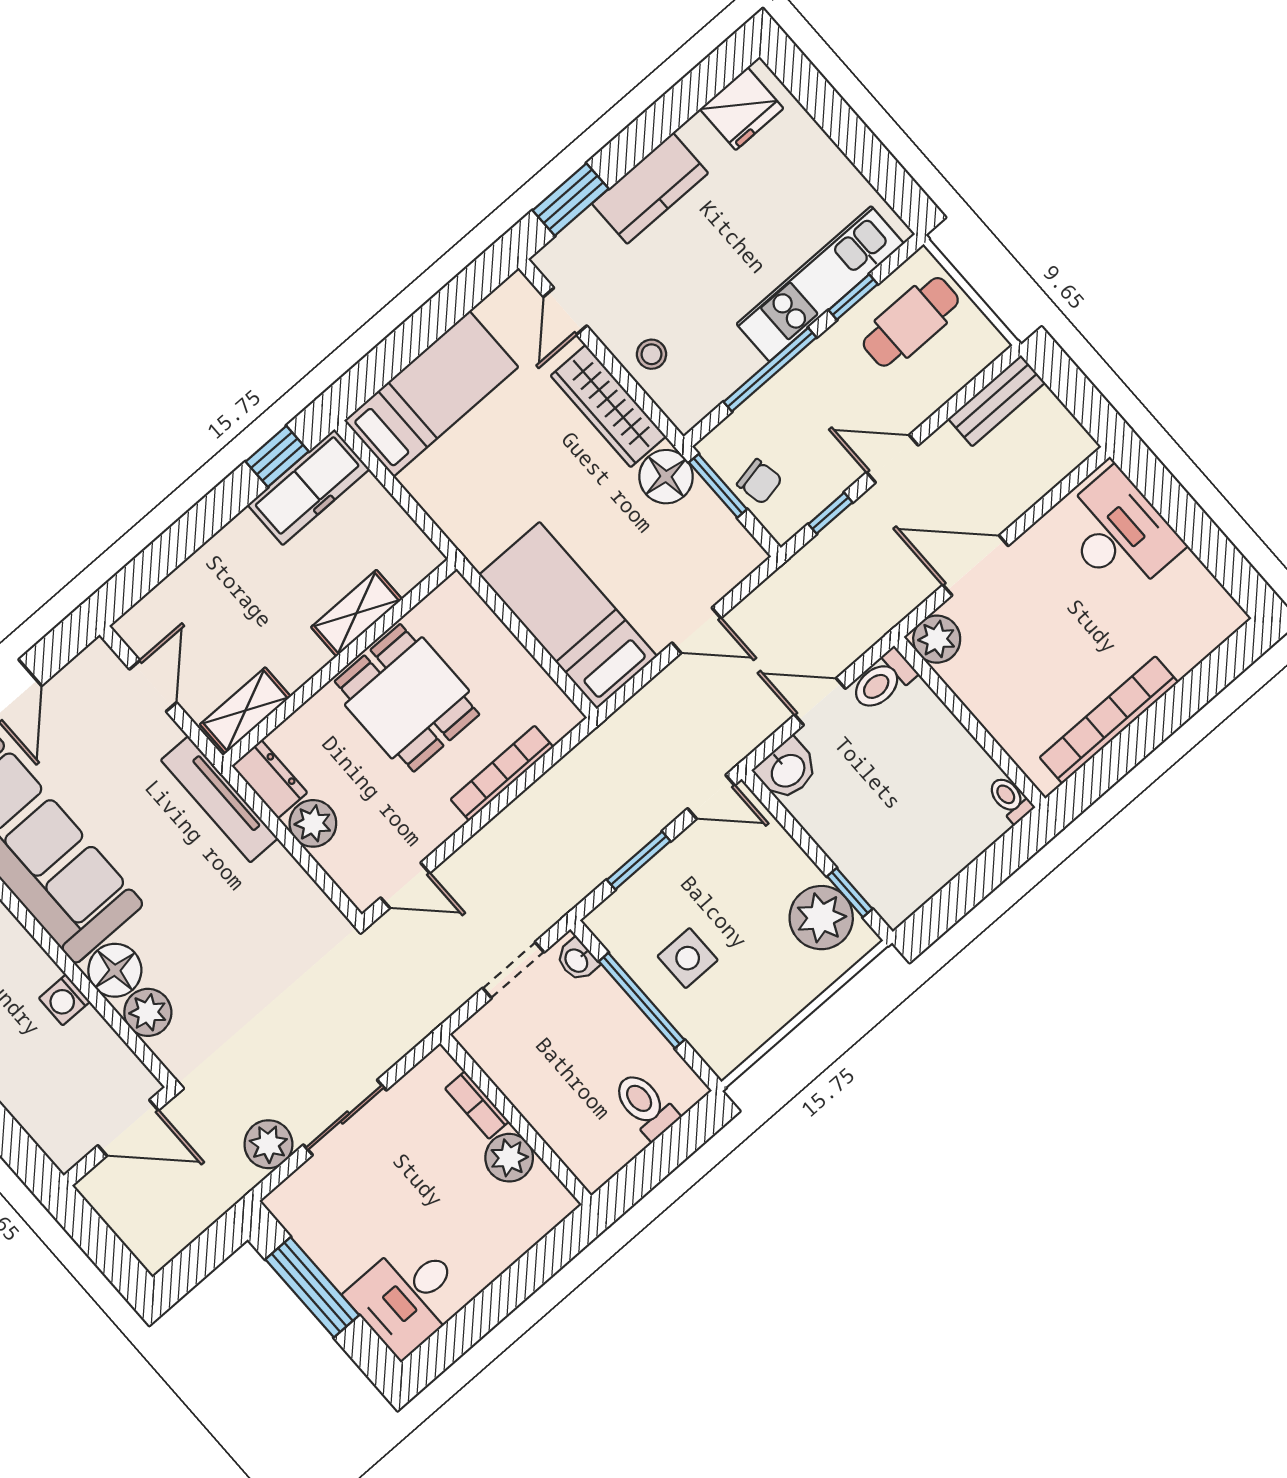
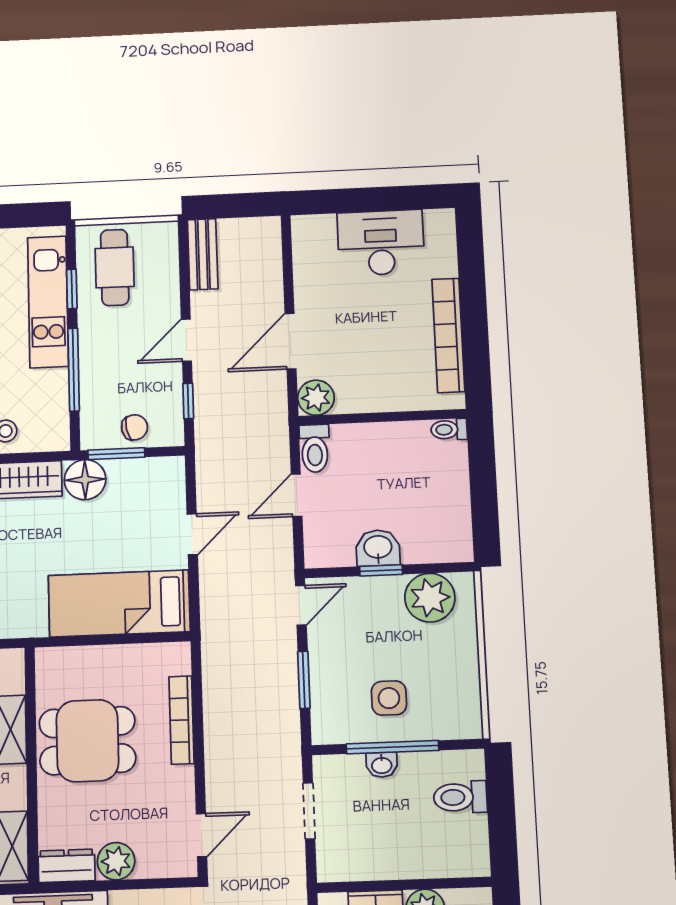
desk: (1119, 533) -> (381, 243), moved
washbasin: (787, 770) -> (378, 548), moved, turned -90
window: (850, 893) -> (381, 570), moved
washbasin: (577, 960) -> (382, 765), moved

